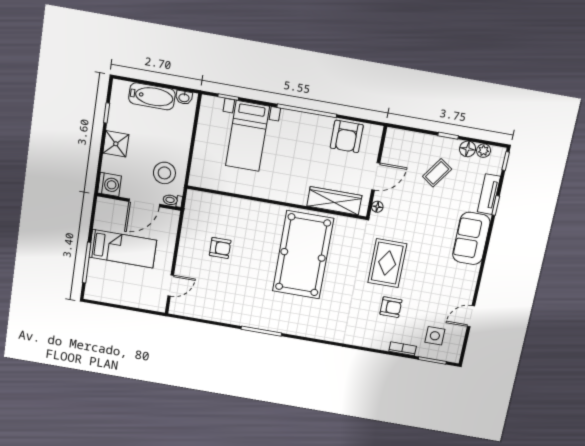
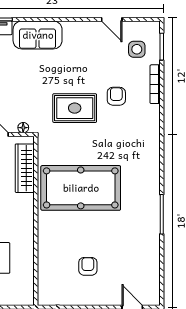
bookcase: (403, 349) -> (155, 84), width x1.56

